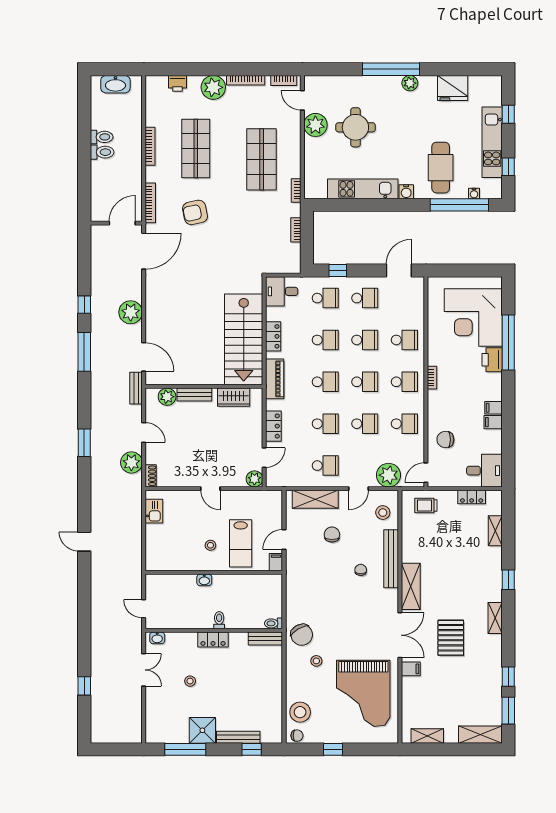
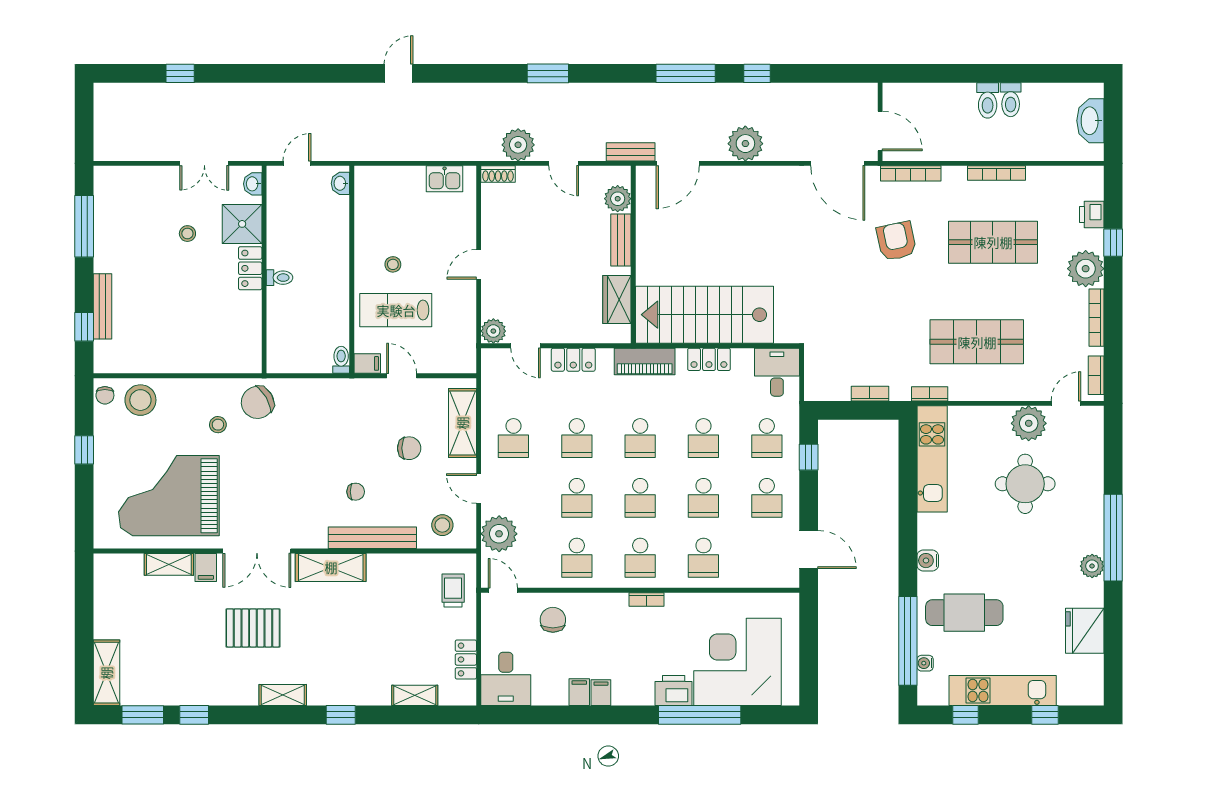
window: (196, 69) -> (1113, 243), added
kitchen unit: (363, 189) -> (932, 459), moved
door: (144, 432) -> (564, 163), hinge flipped
washbasin: (204, 580) -> (340, 183), moved
toilet: (274, 623) -> (341, 360), moved
bench: (265, 638) -> (252, 347), removed
shower: (202, 730) -> (242, 224), moved
shelving: (427, 736) -> (169, 564), moved, turned 90

